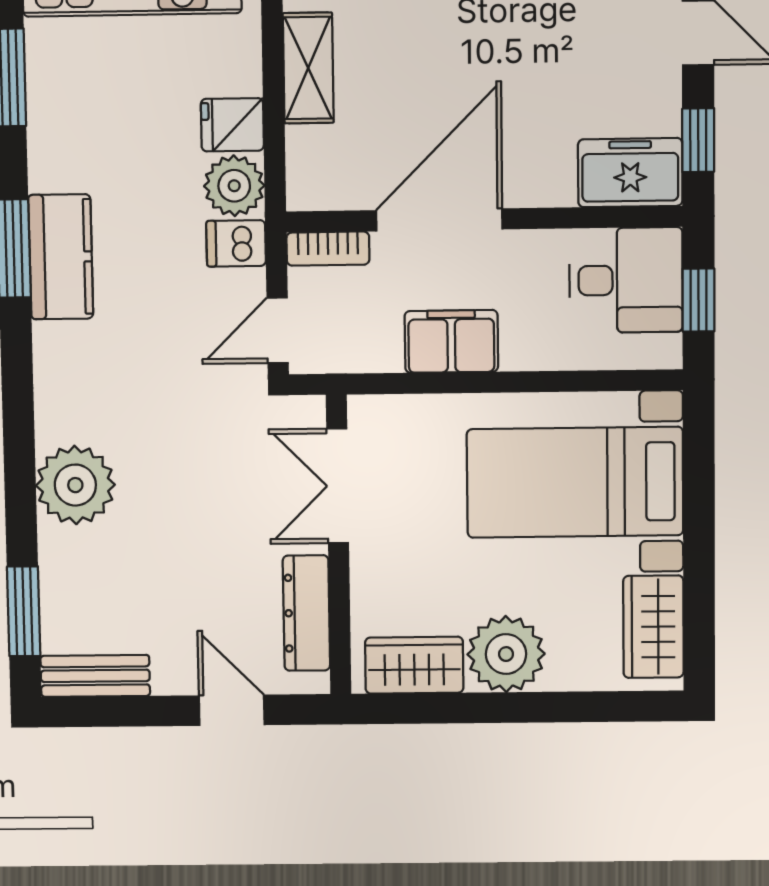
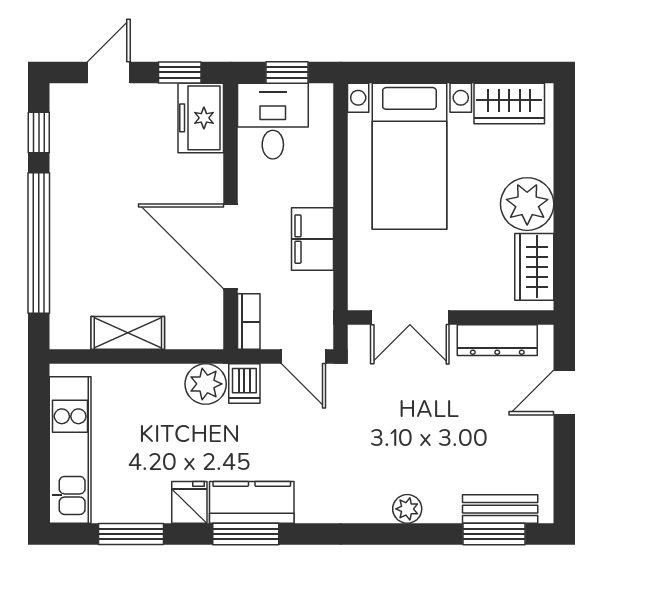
fridge: (232, 125) -> (189, 502), moved, turned 180
plant: (75, 485) -> (407, 509), width x0.53, depth x0.53
bench: (95, 676) -> (500, 509), moved, turned 90

